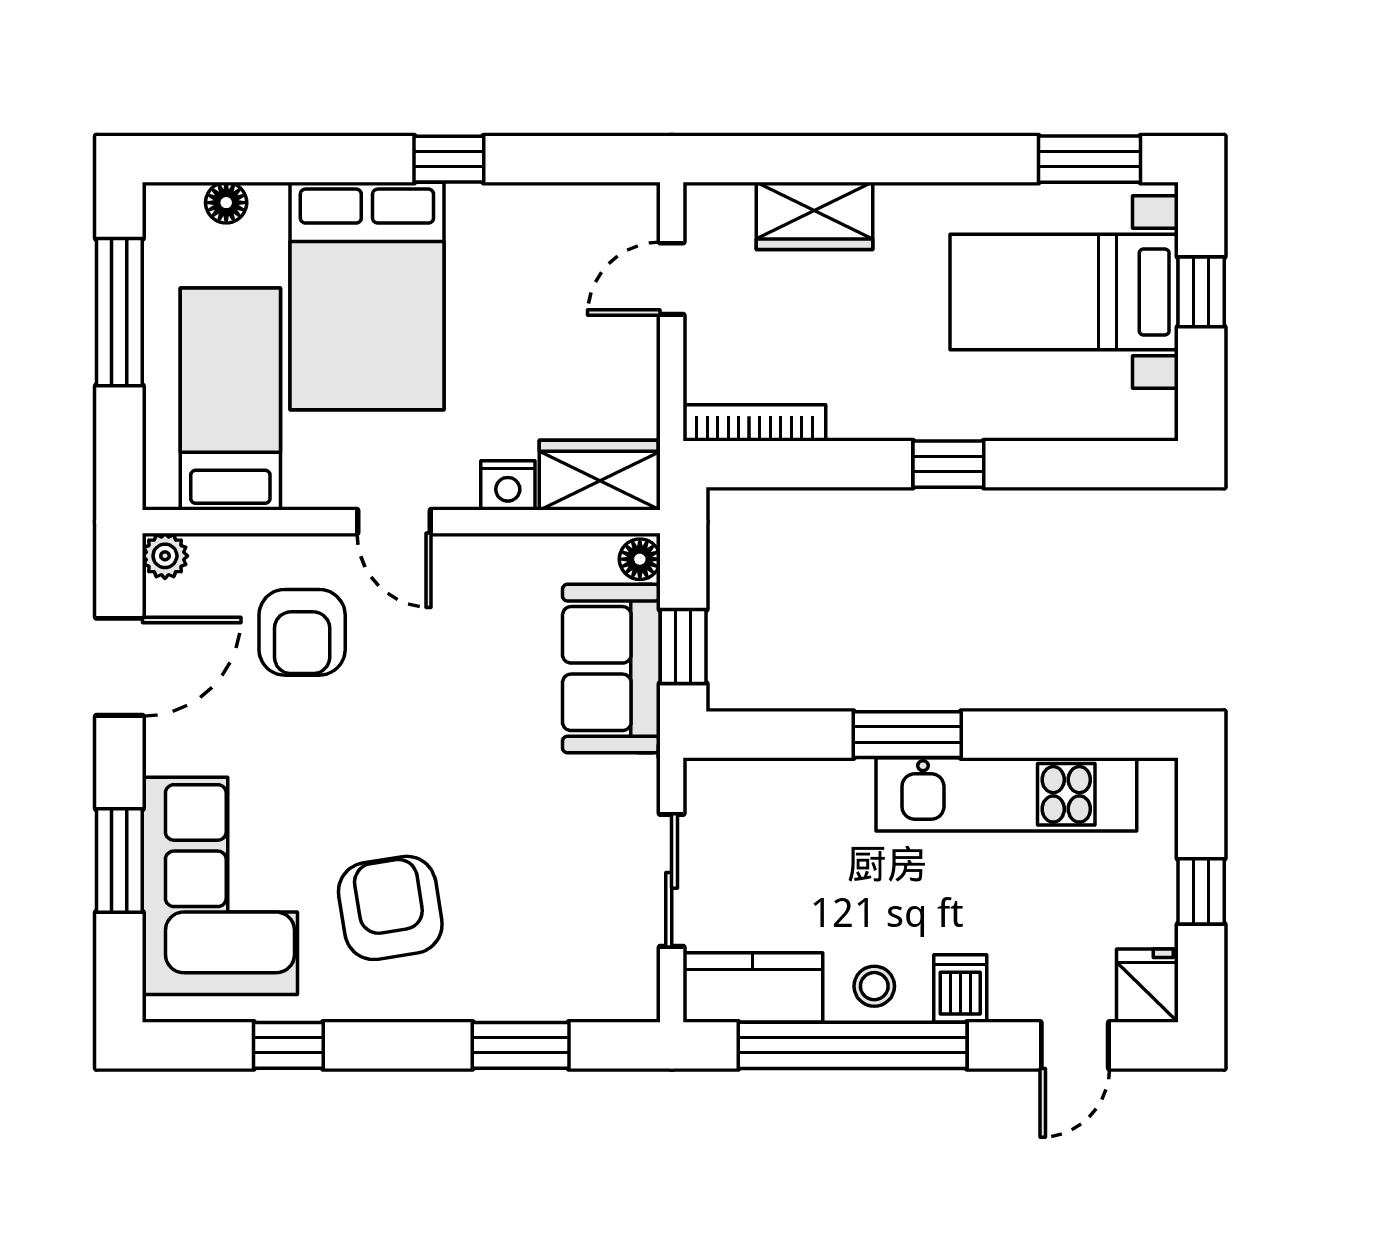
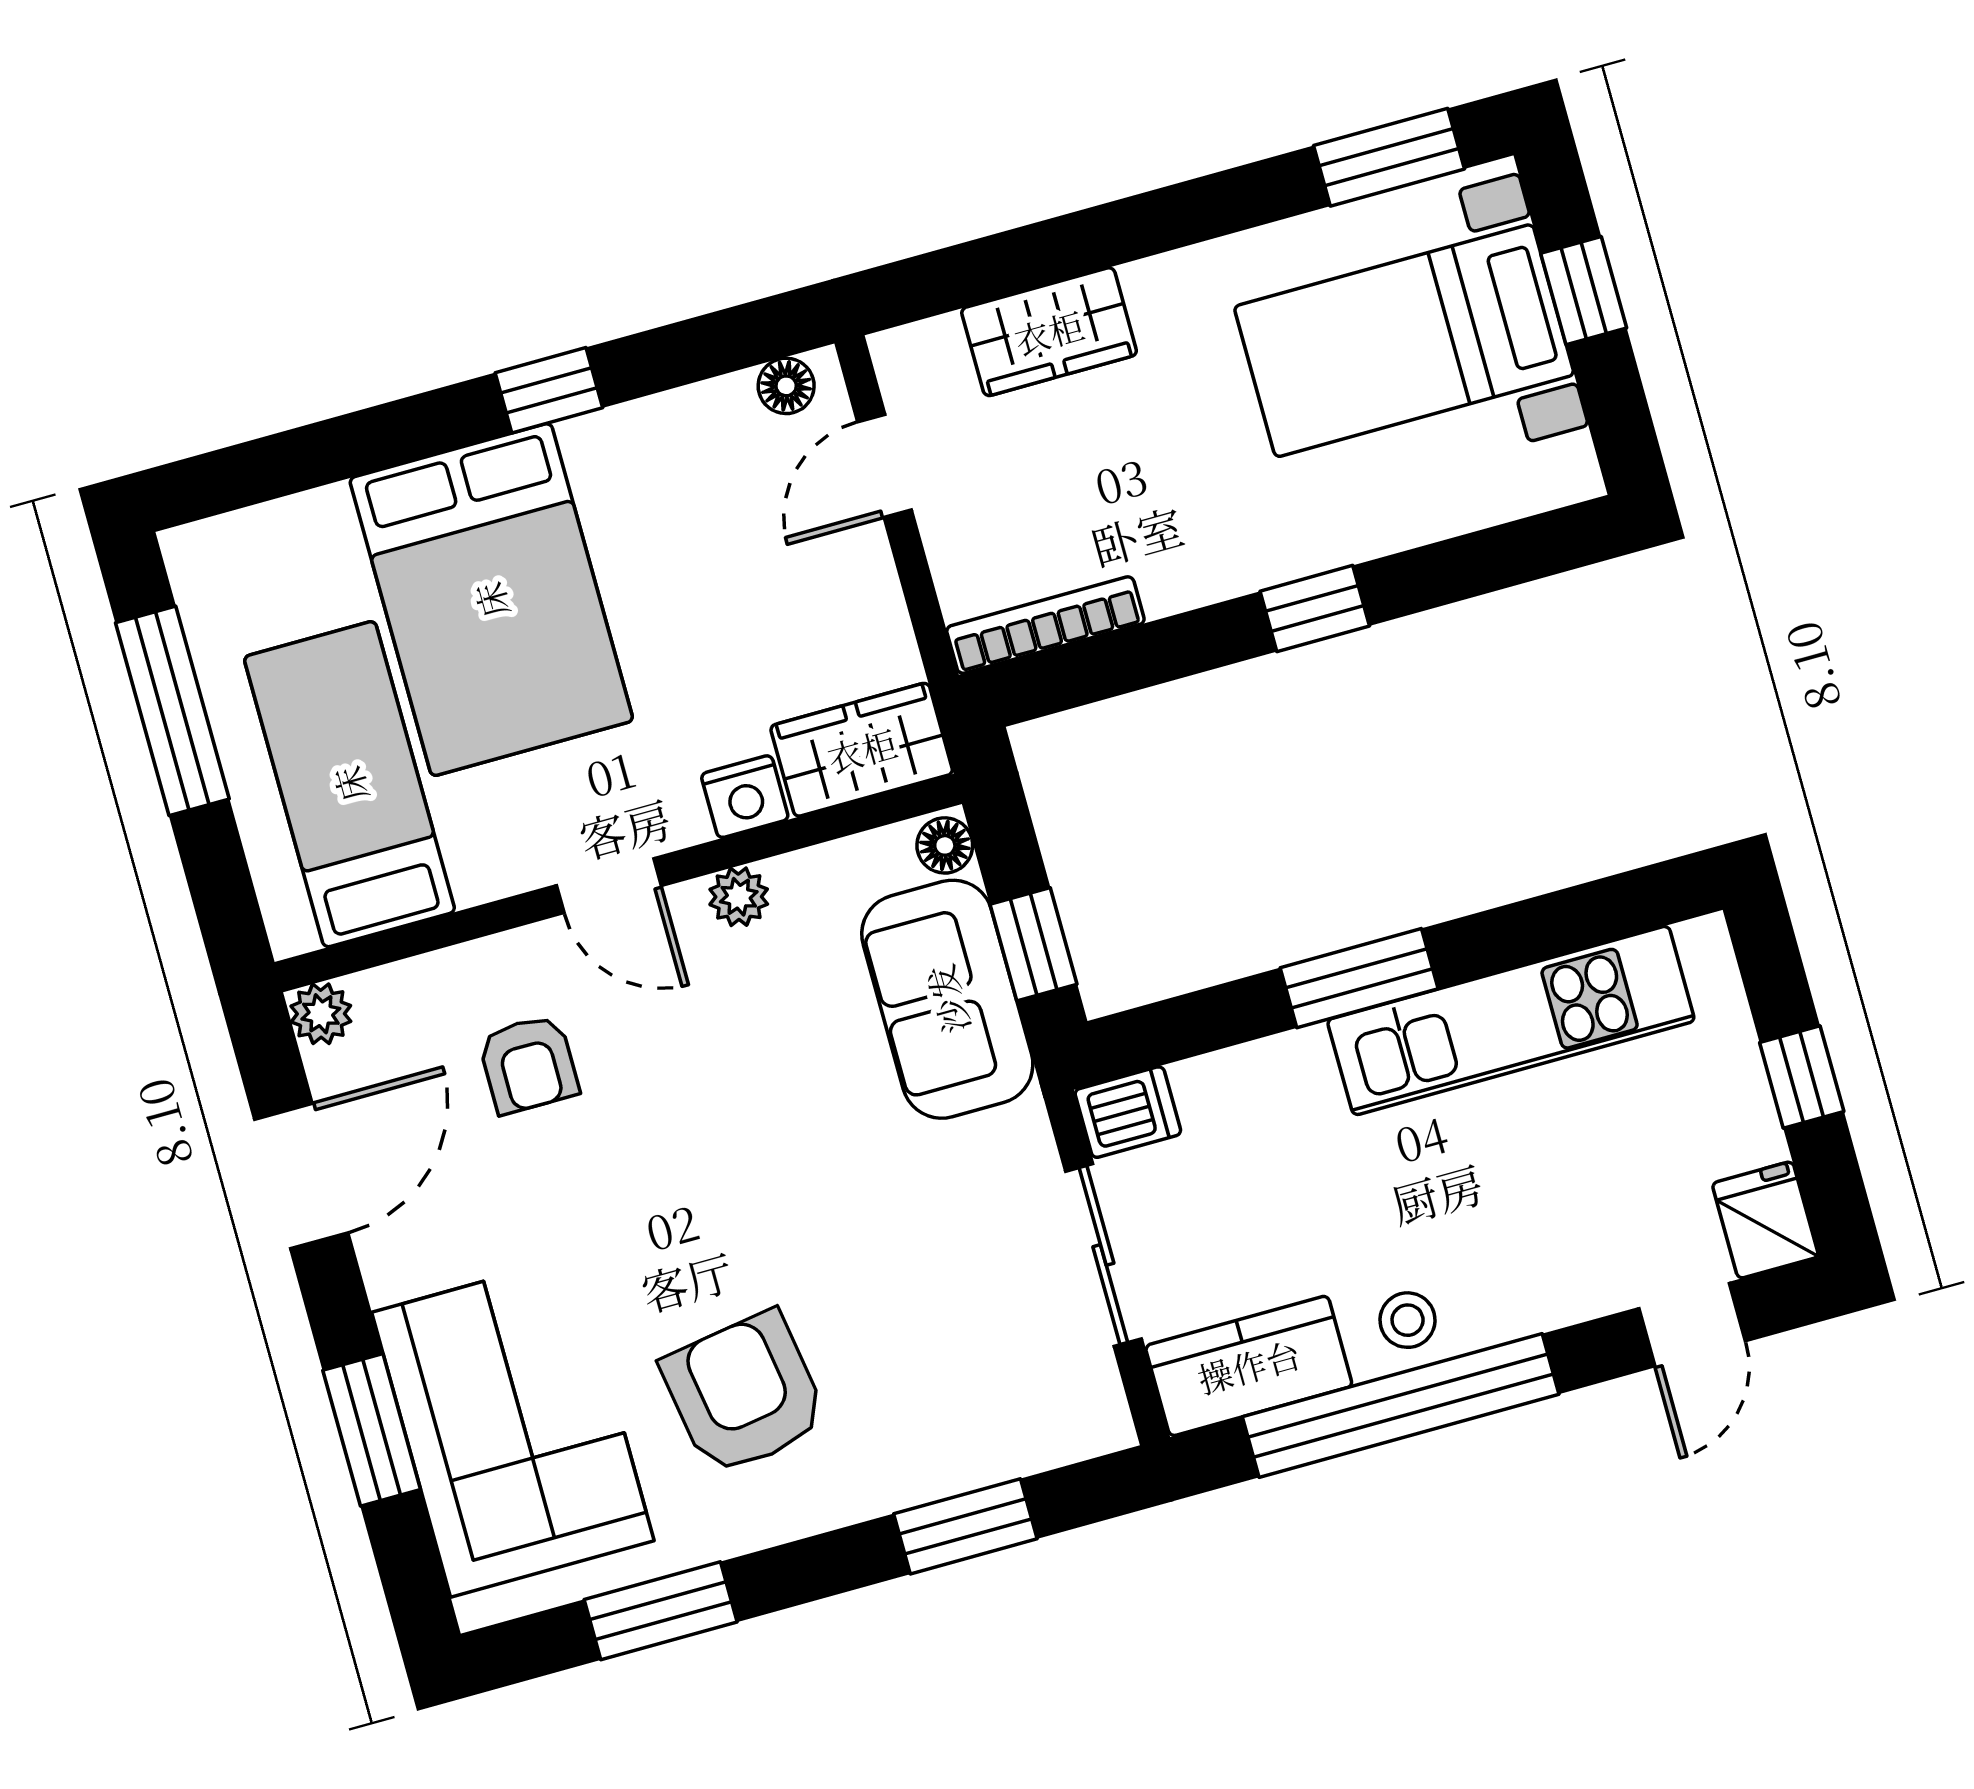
floor lamp: (226, 203) -> (786, 386), moved
plant: (484, 555) -> (739, 897), added
armchair: (302, 632) -> (528, 1064), width x0.72, depth x0.72
dishwasher: (960, 988) -> (1128, 1112), moved, turned 90
window: (288, 1045) -> (661, 1611), width x1.50

